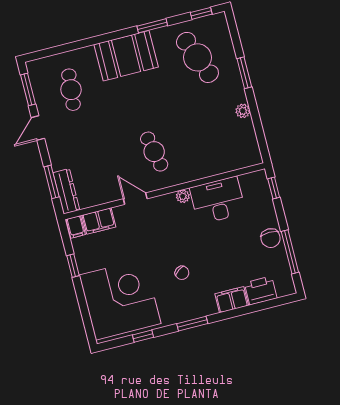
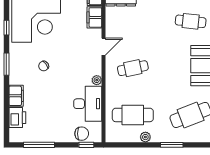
cafe table: (217, 135) -> (133, 115), added
chair: (271, 238) -> (82, 134), moved, turned 180

